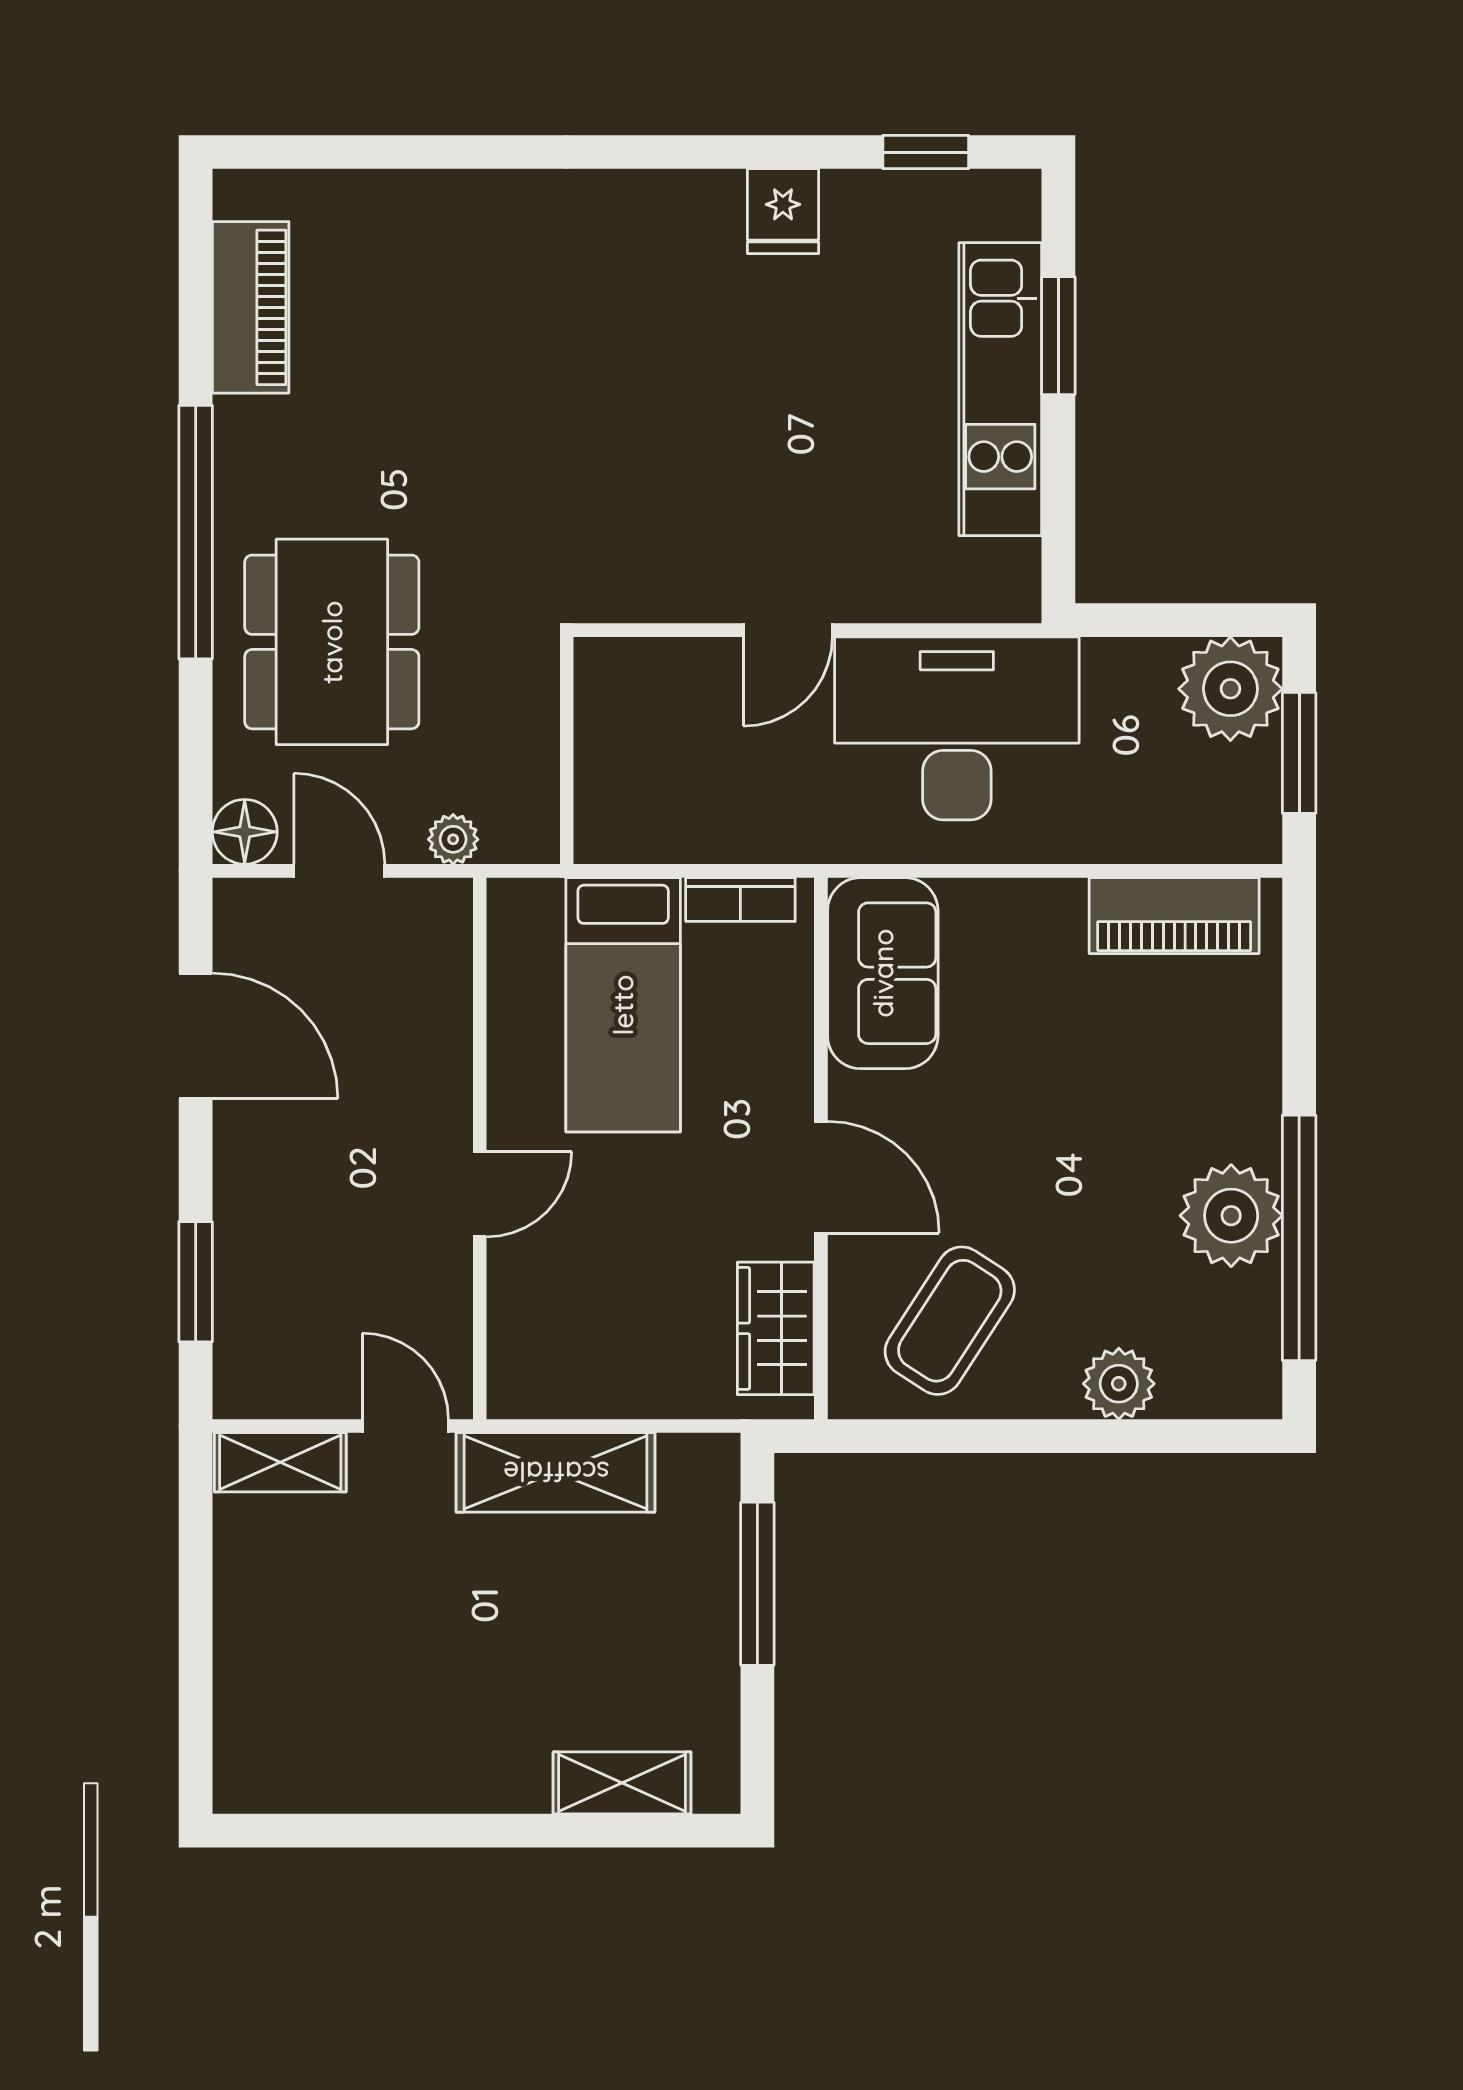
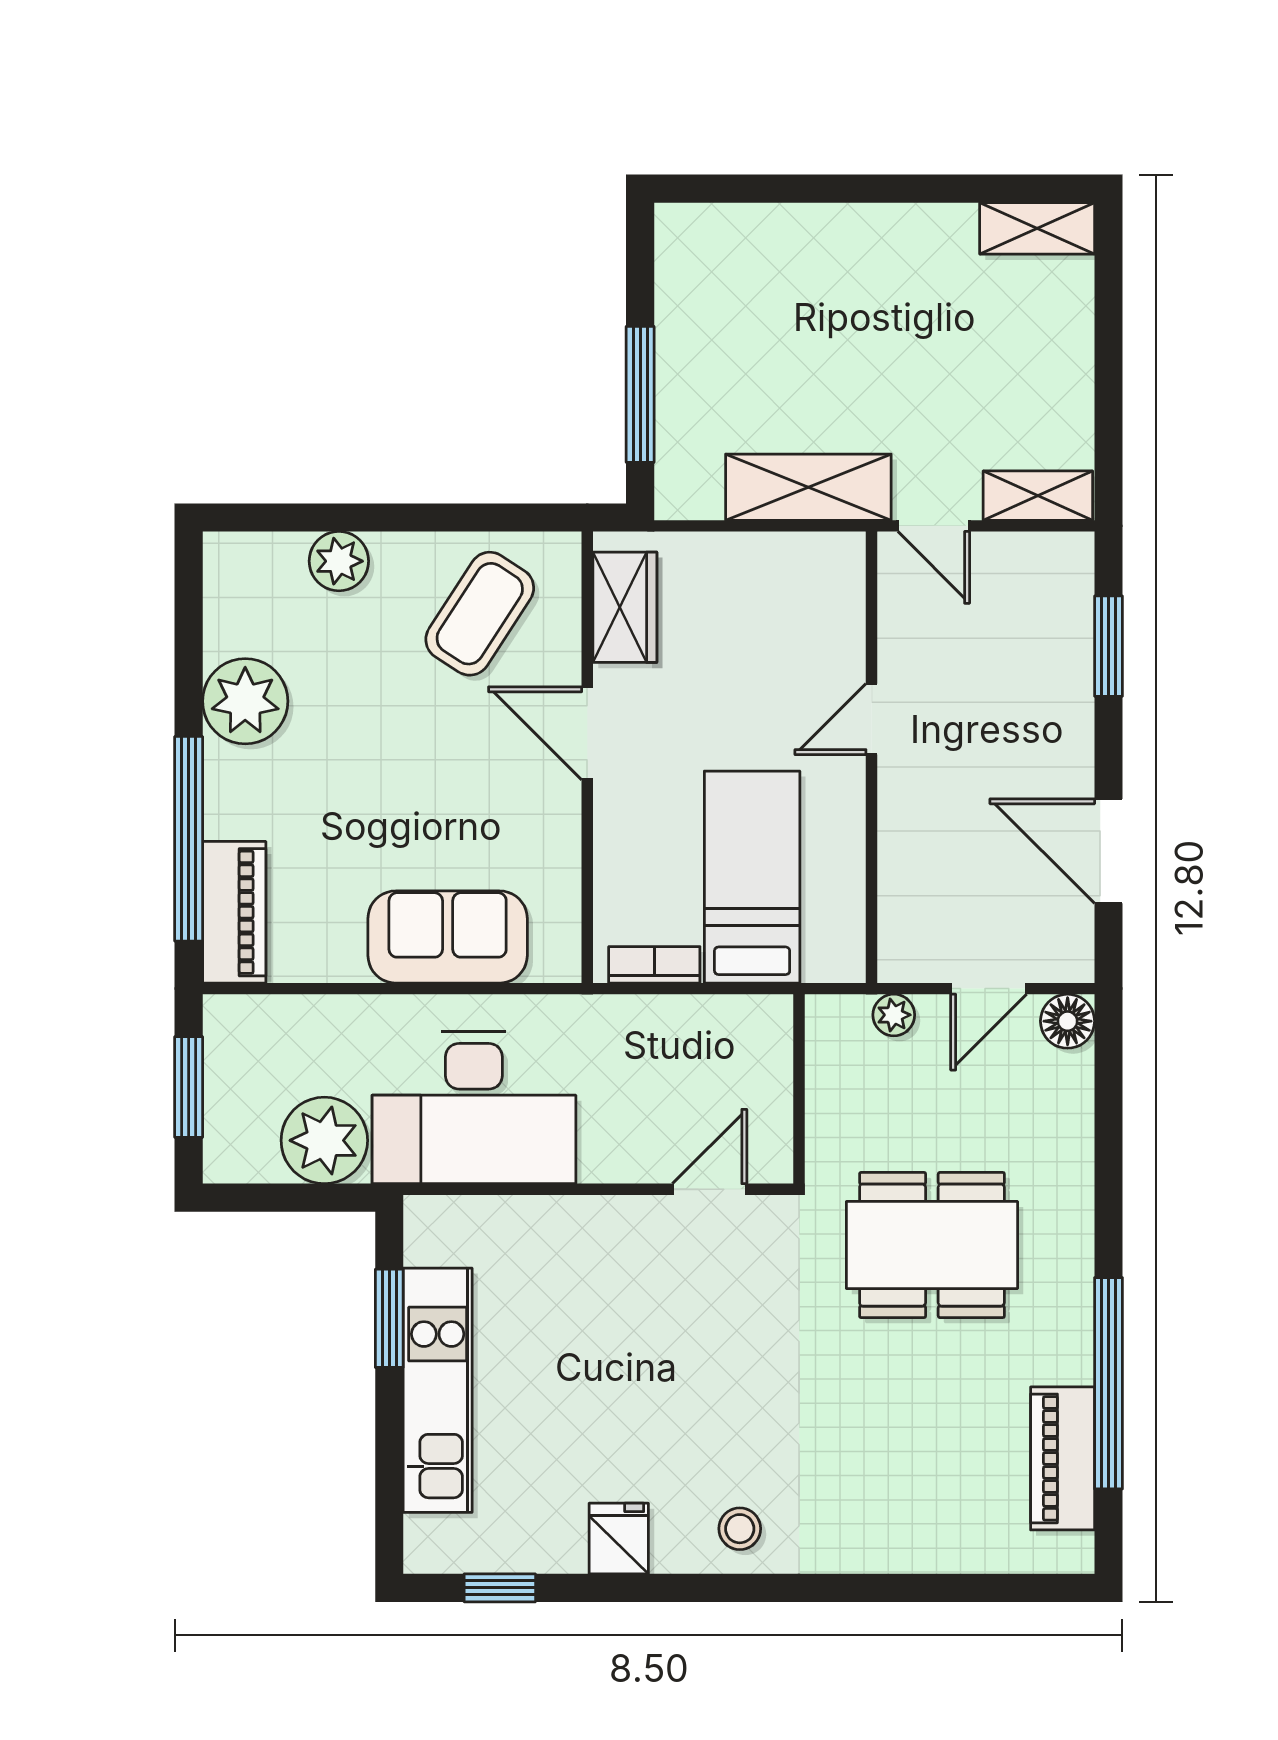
stool: (638, 223) -> (740, 1529), added
window: (1058, 336) -> (389, 1318), moved
window: (196, 532) -> (1108, 1383), moved
door: (788, 630) -> (710, 1189), moved
dining table: (332, 642) -> (932, 1245), moved, turned 90
plant: (1230, 689) -> (324, 1140), moved
door: (339, 871) -> (989, 989), hinge flipped
piano: (1174, 916) -> (234, 912), moved, turned 90
sofa: (883, 973) -> (448, 937), moved, turned 90
window: (1299, 1238) -> (189, 839), moved
shelving: (622, 1783) -> (1037, 228), moved

